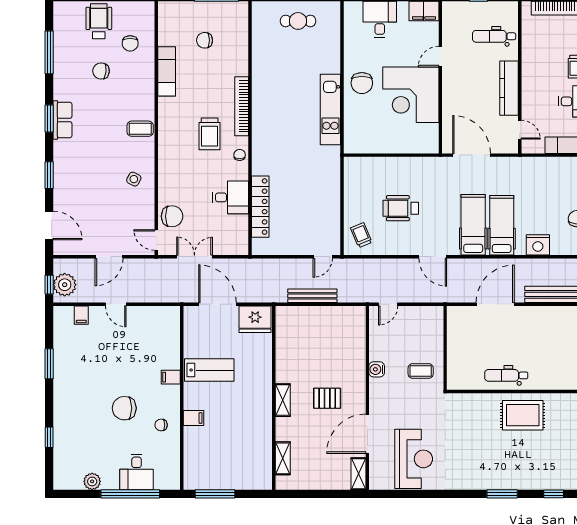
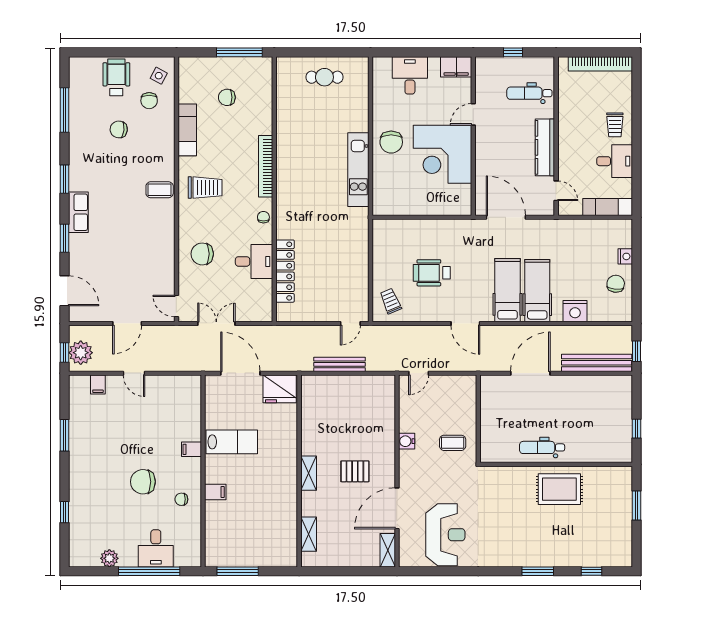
row of seats: (62, 120) -> (78, 212), moved
trolley: (210, 134) -> (205, 188), moved, turned -90
side table: (134, 179) -> (159, 76), moved
chair: (172, 216) -> (202, 254), moved, turned 180

